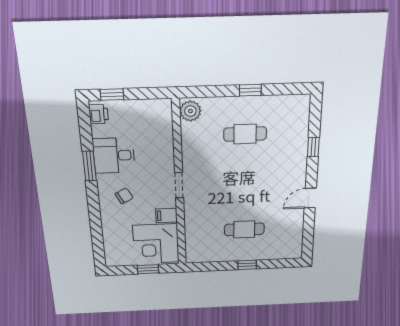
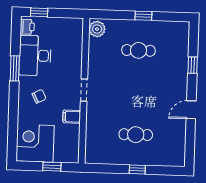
desk: (114, 156) -> (35, 56), width x1.37
corner desk: (156, 244) -> (35, 143), moved, turned 90

